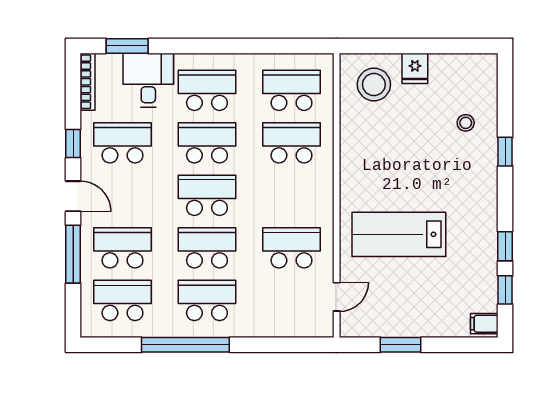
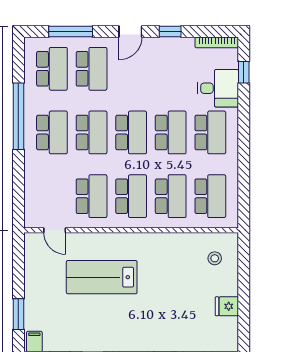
window: (127, 46) -> (244, 72), width x0.67
fridge: (415, 68) -> (227, 306), moved
stool: (374, 84) -> (215, 258), width x0.53, depth x0.53
stool: (466, 123) -> (186, 327), removed
school desk: (122, 143) -> (131, 196), moved
lab bench: (399, 234) -> (102, 277), turned -90
window: (73, 254) -> (71, 32), moved
window: (401, 345) -> (18, 314), moved

